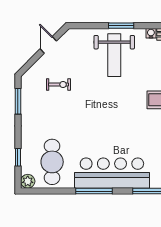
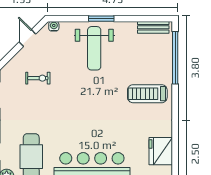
water cooler: (151, 33) -> (54, 26), moved

